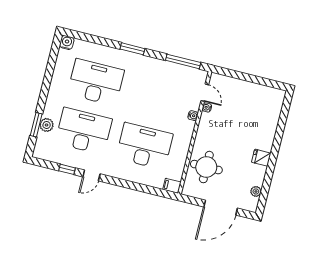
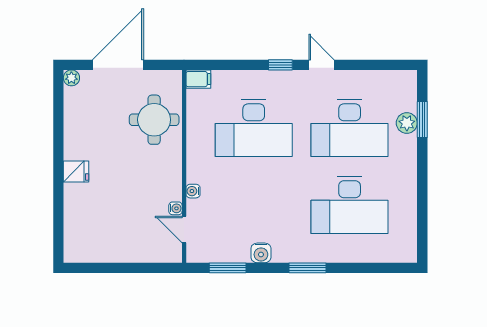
water cooler: (67, 42) -> (261, 253), moved
window: (183, 61) -> (228, 268), width x0.69
fridge: (261, 158) -> (76, 171), moved
window: (67, 169) -> (280, 65), moved
door: (91, 175) -> (321, 65), hinge flipped
plant: (256, 191) -> (71, 78), moved

